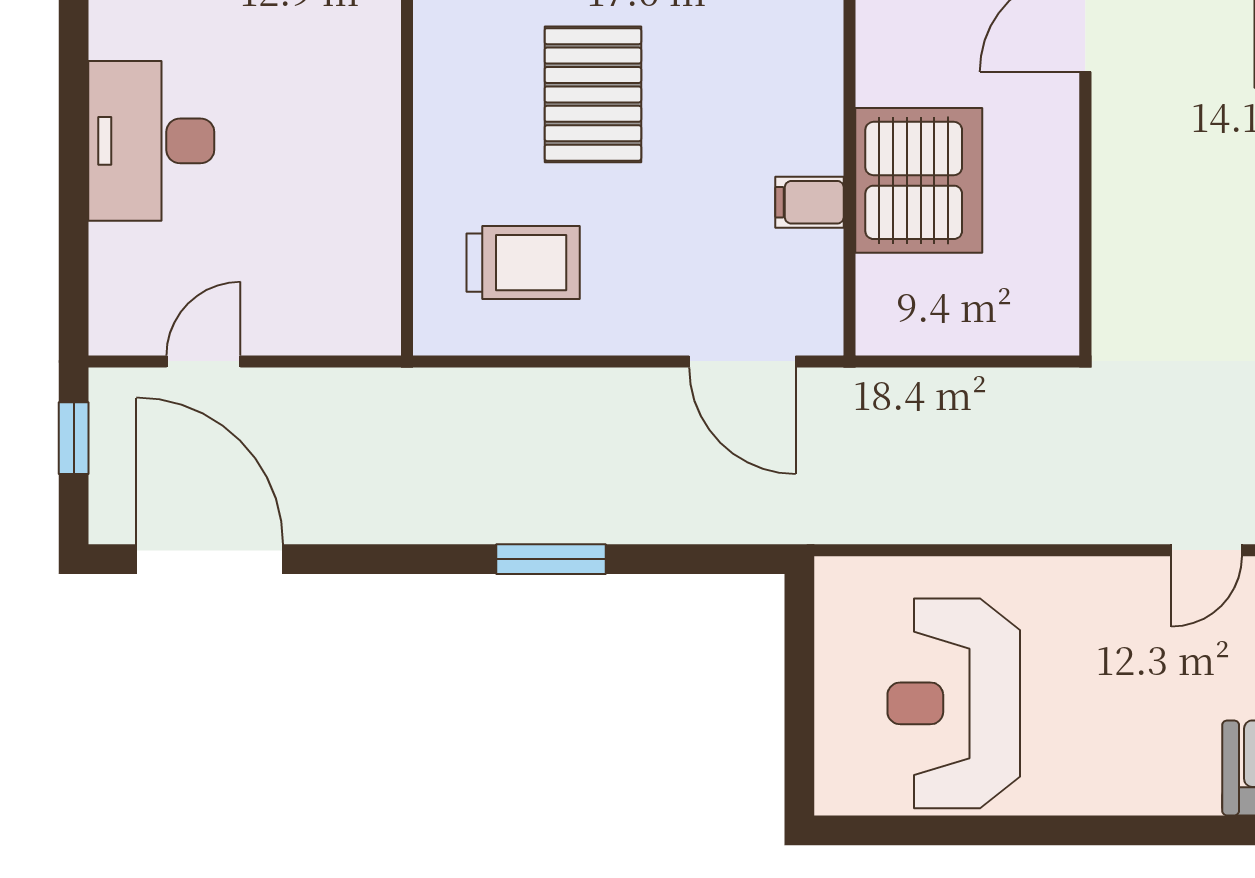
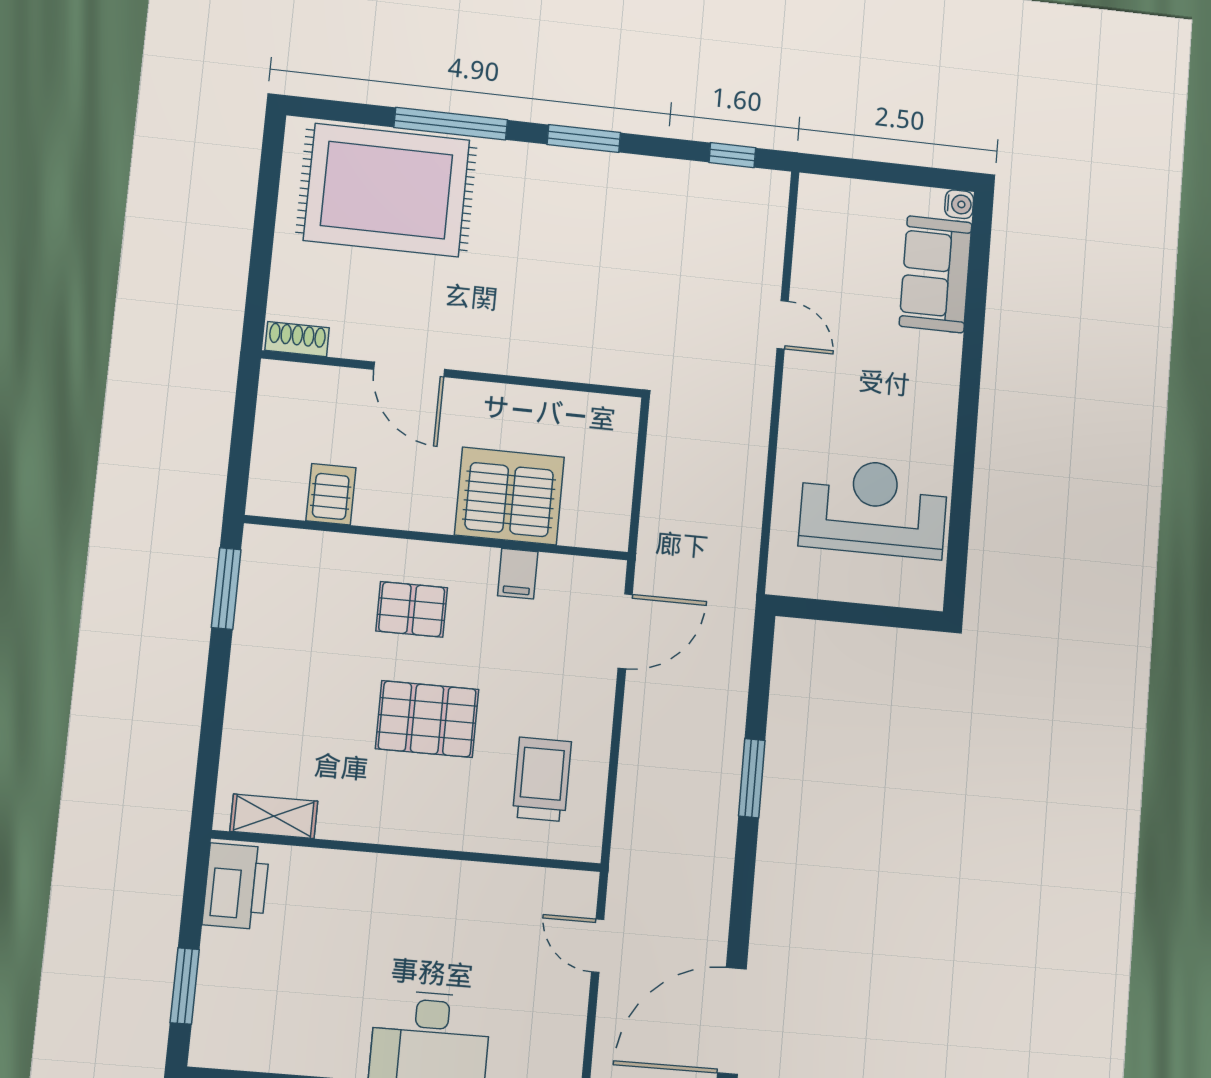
pallet: (745, 58) -> (412, 609), added
door: (204, 361) -> (598, 946), moved
reception desk: (954, 703) -> (874, 508), turned 180

